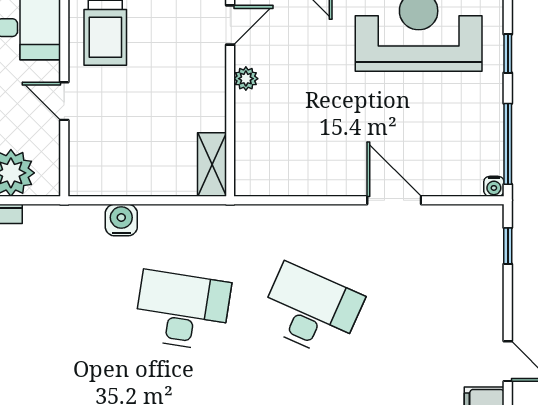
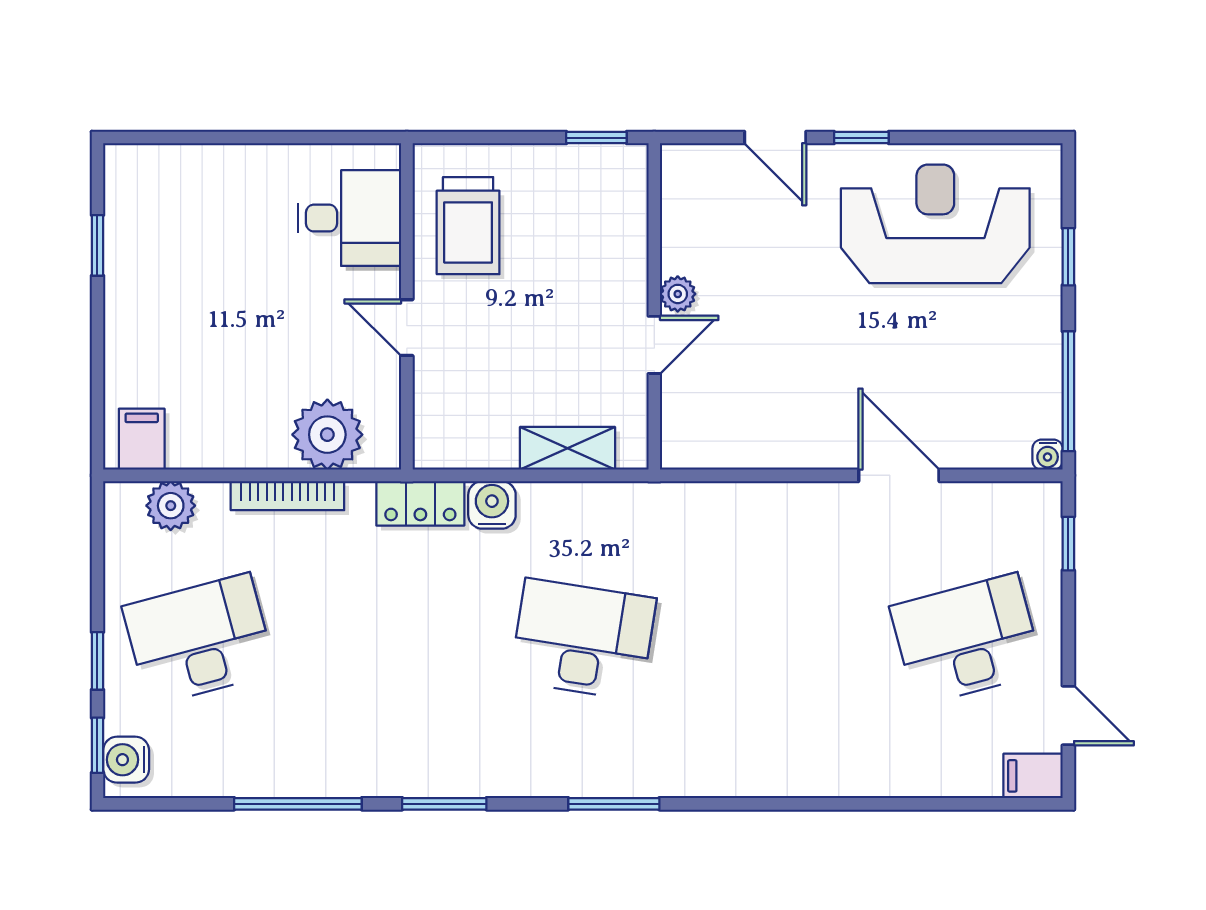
door: (230, 25) -> (654, 345), moved
shelving: (212, 165) -> (567, 448), moved, turned 90
locker: (73, 219) -> (420, 503), added
desk: (311, 310) -> (967, 640), moved, turned -39

